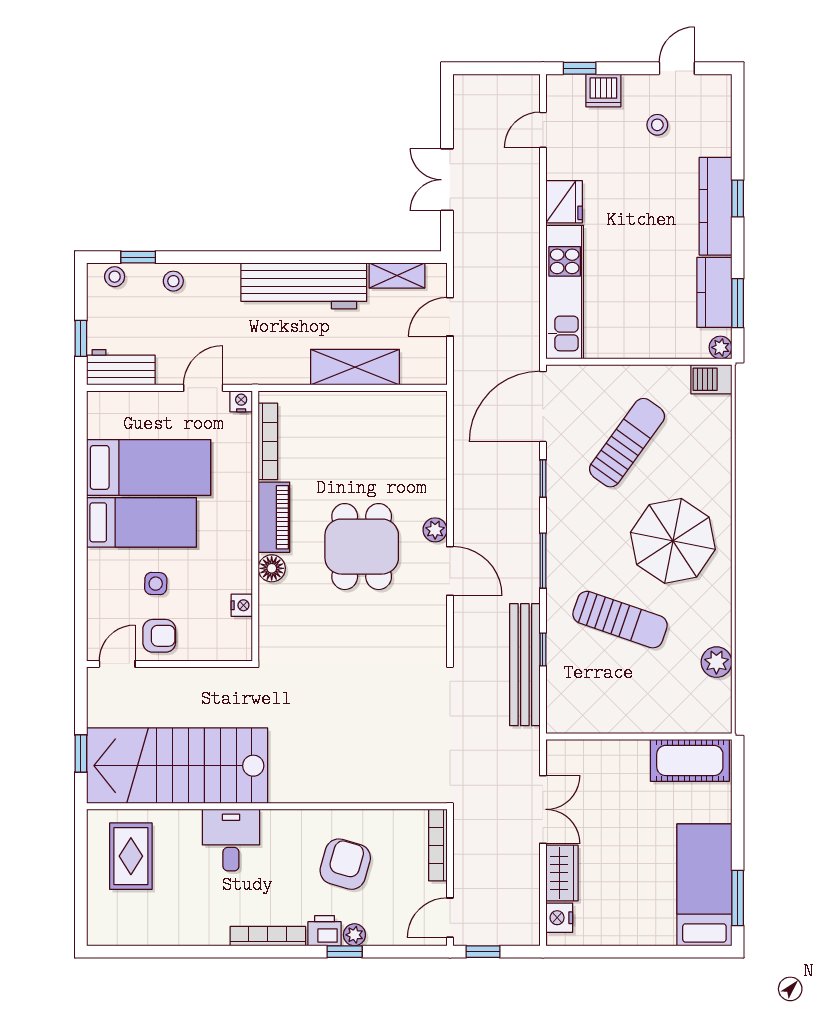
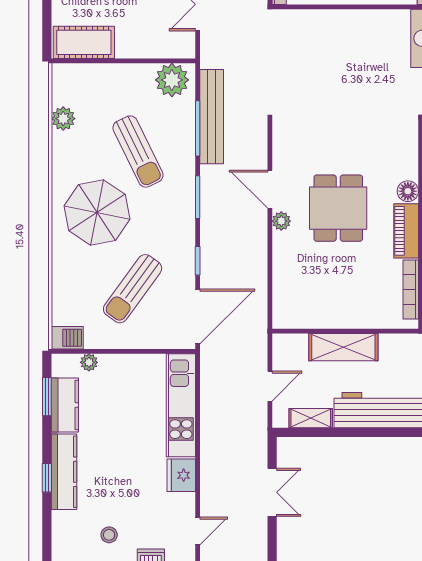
plant: (720, 347) -> (89, 362), moved
sun lounger: (620, 620) -> (138, 152), turned -135
window: (543, 649) -> (198, 128), width x2.17
plant: (576, 712) -> (172, 80), added

